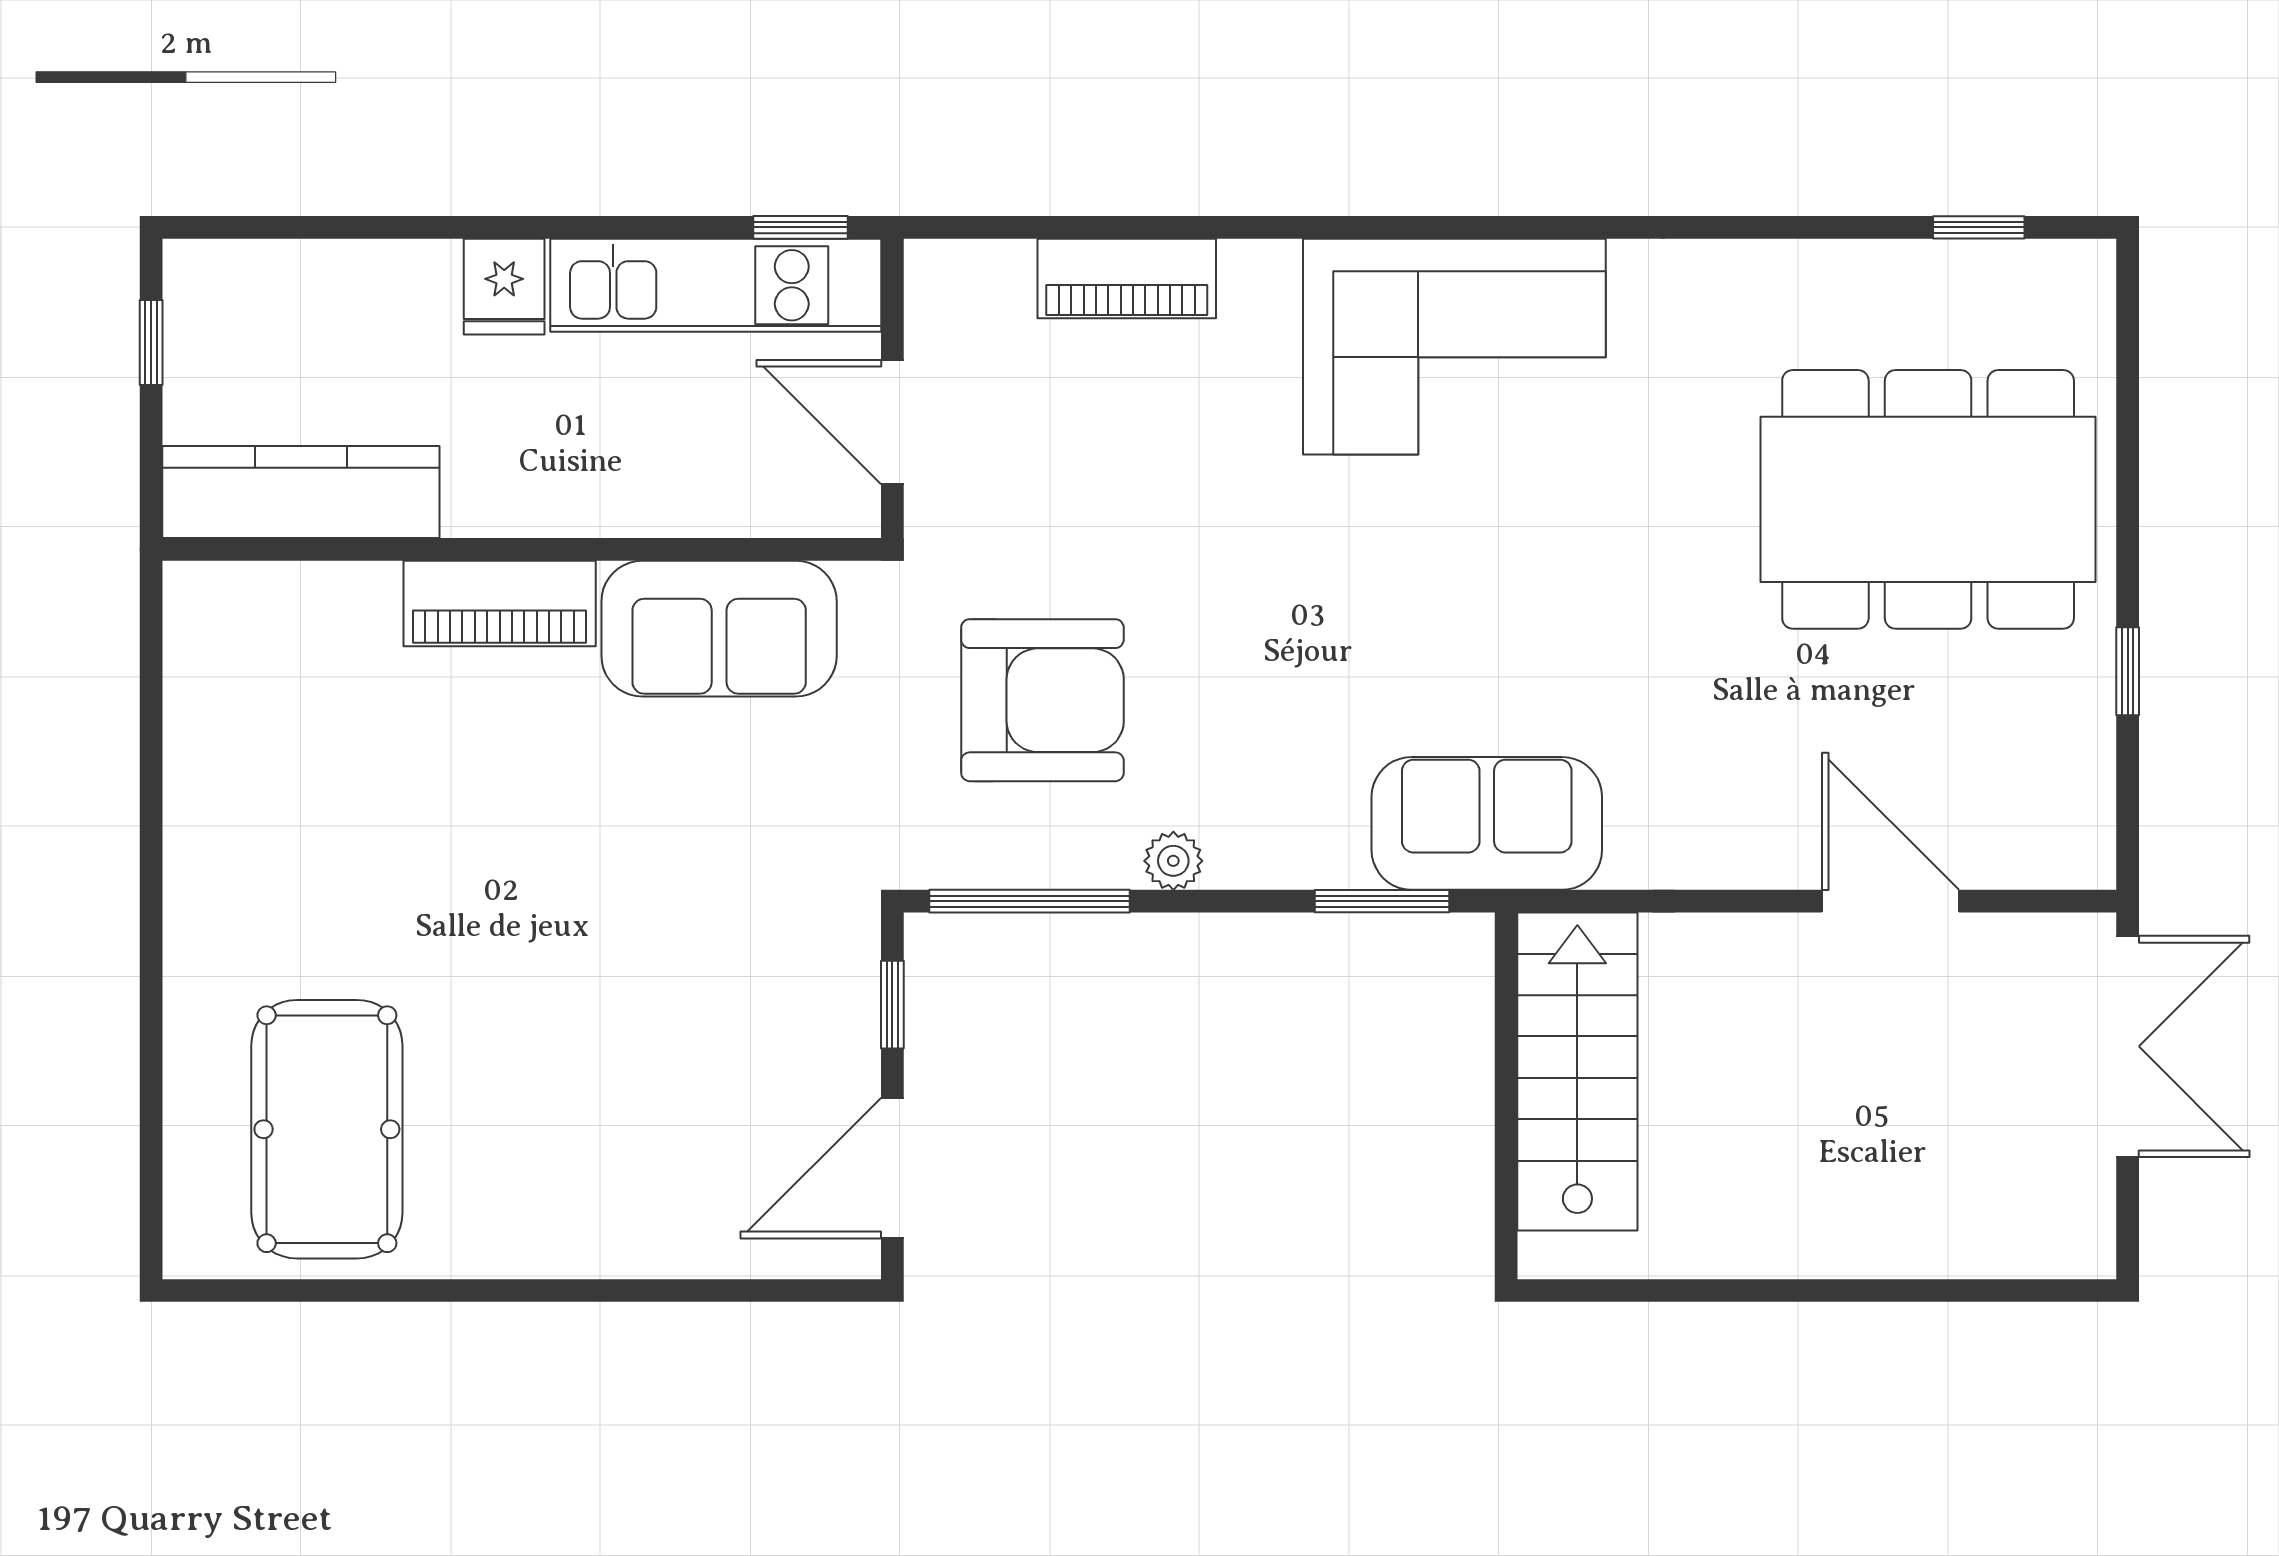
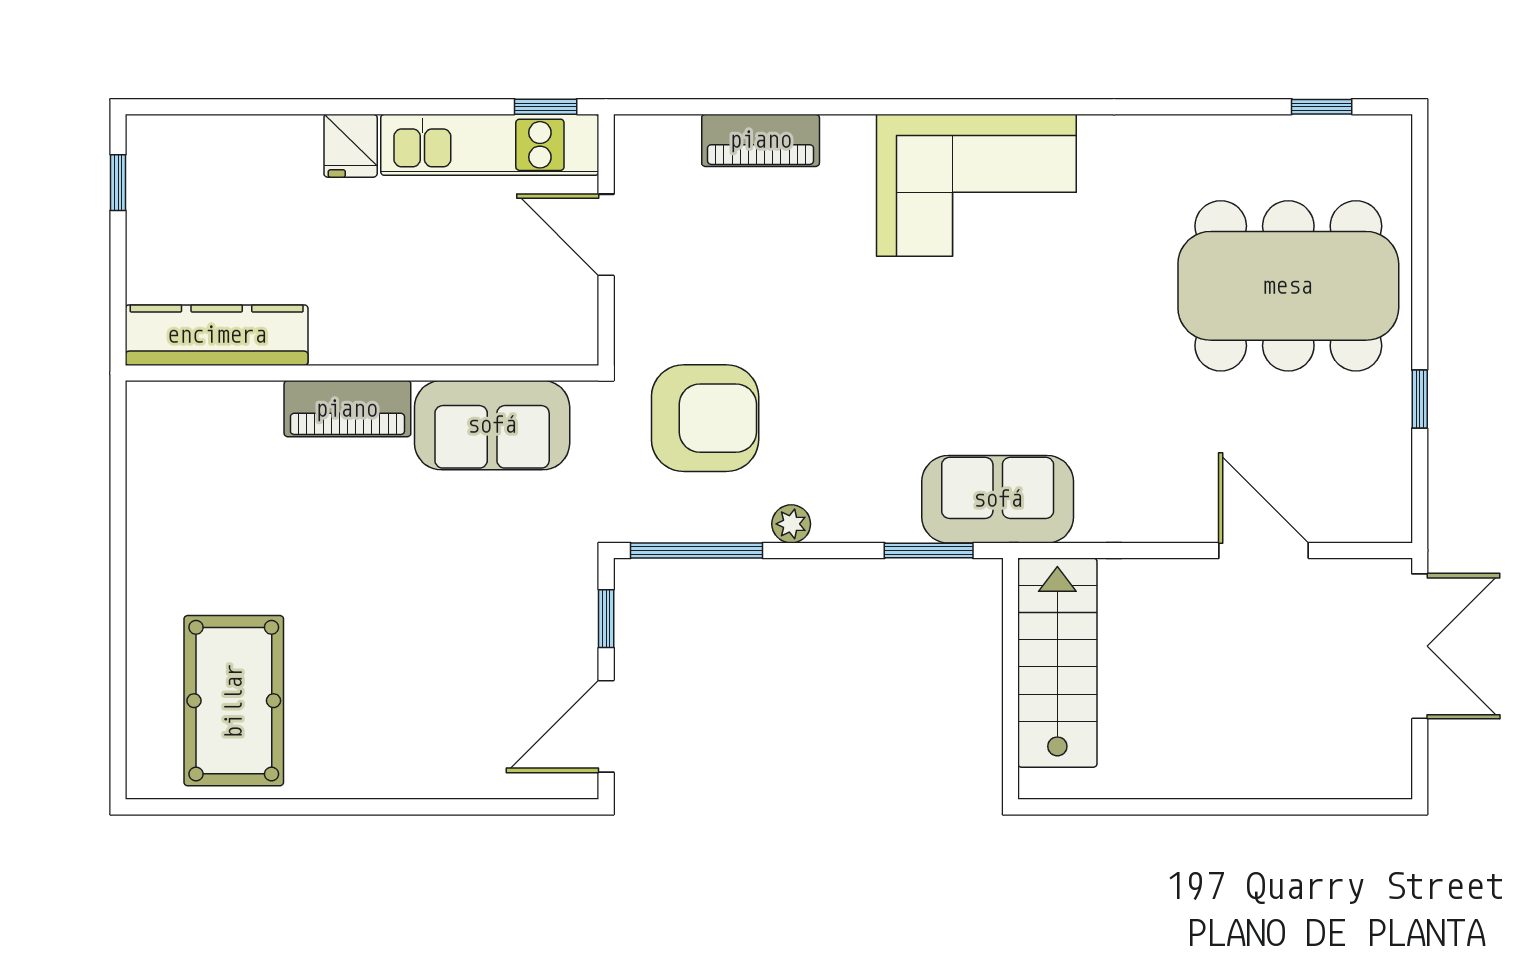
kitchen counter: (301, 492) -> (217, 335), moved
wall: (522, 549) -> (362, 373), moved
piano: (500, 603) -> (347, 409), moved
sofa: (719, 629) -> (492, 425), moved

